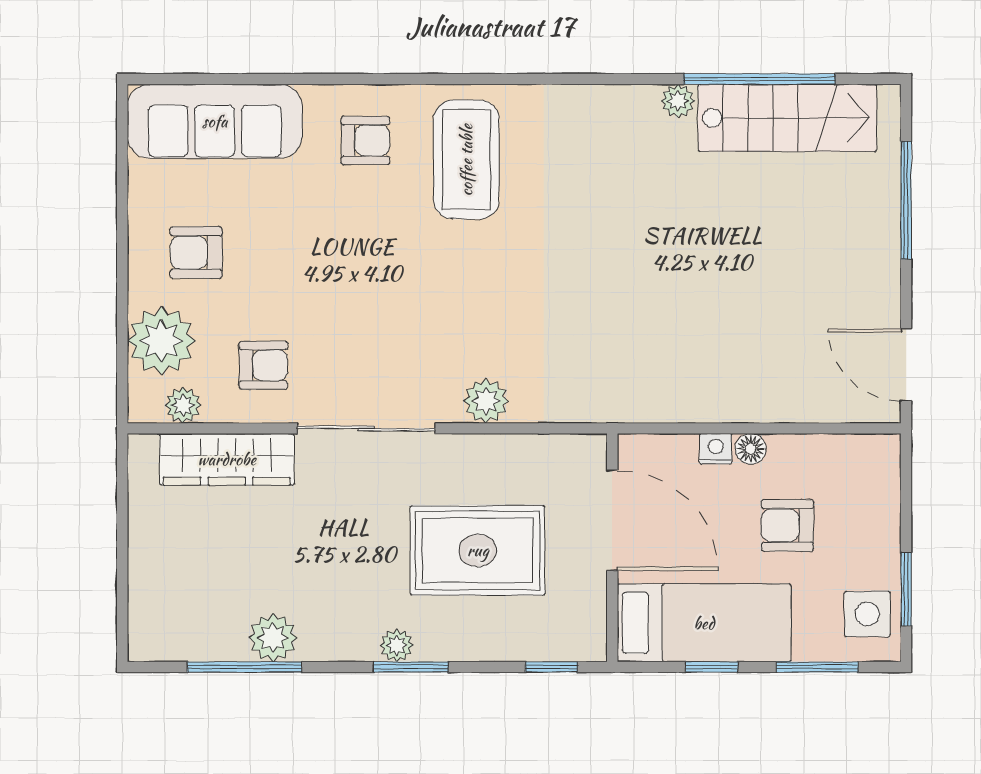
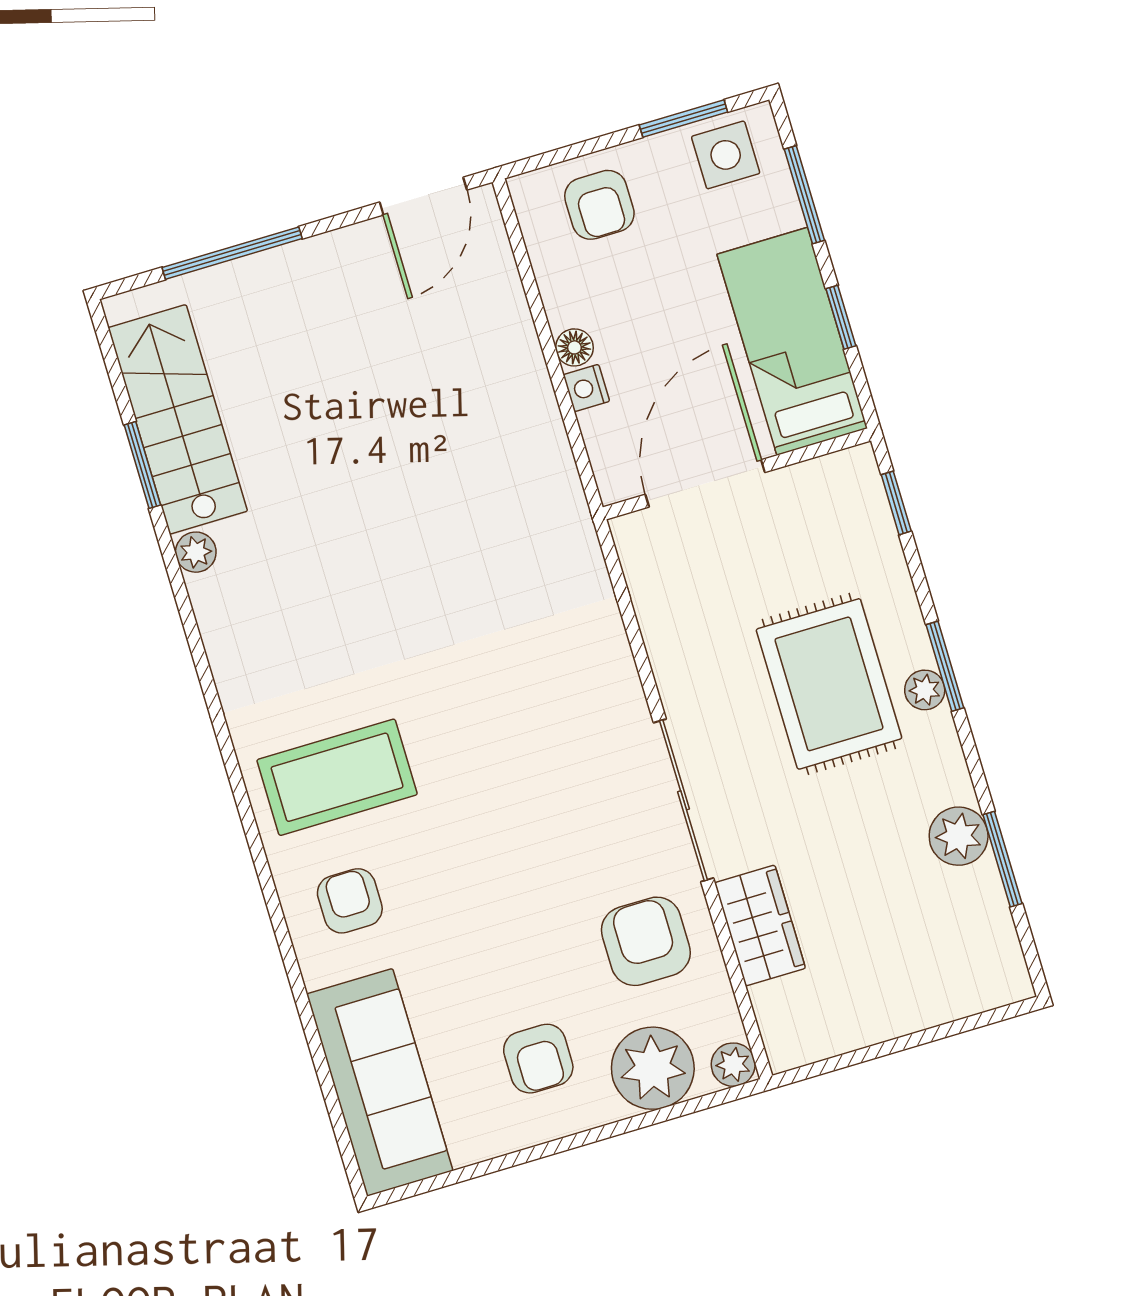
window: (759, 79) -> (142, 465), width x0.47
armchair: (264, 365) -> (646, 941), width x1.38, depth x1.38
plant: (486, 401) -> (610, 671), removed
plant: (183, 405) -> (733, 1065), moved
wardrobe: (227, 459) -> (760, 926), width x0.67
armchair: (788, 525) -> (599, 205), moved
rug: (478, 550) -> (829, 684), moved
window: (244, 667) -> (1002, 859), width x0.69

